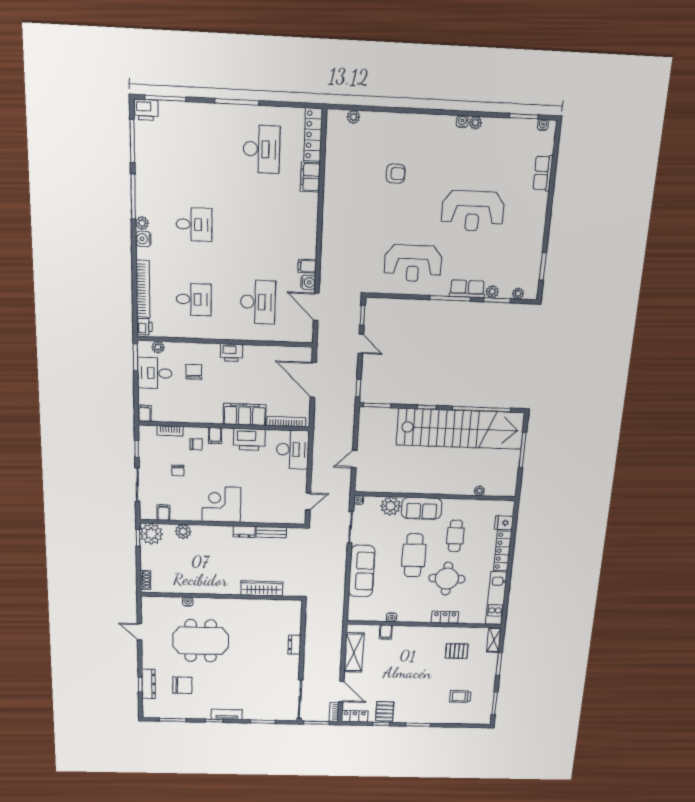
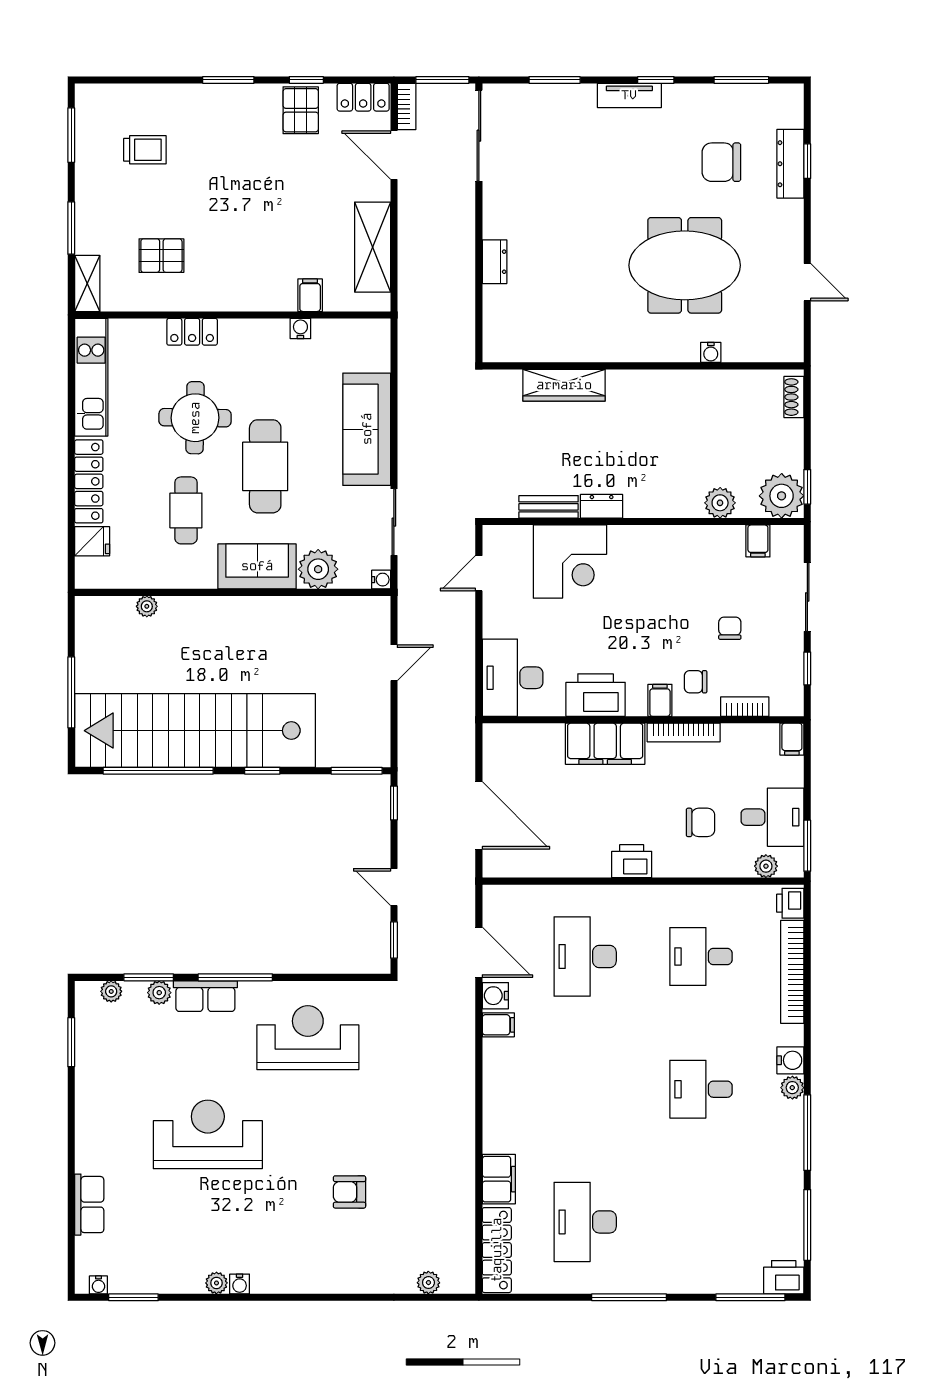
chair: (194, 372) -> (700, 822), turned -90
bookcase: (286, 422) -> (684, 733), moved
corner desk: (221, 504) -> (570, 562), moved

